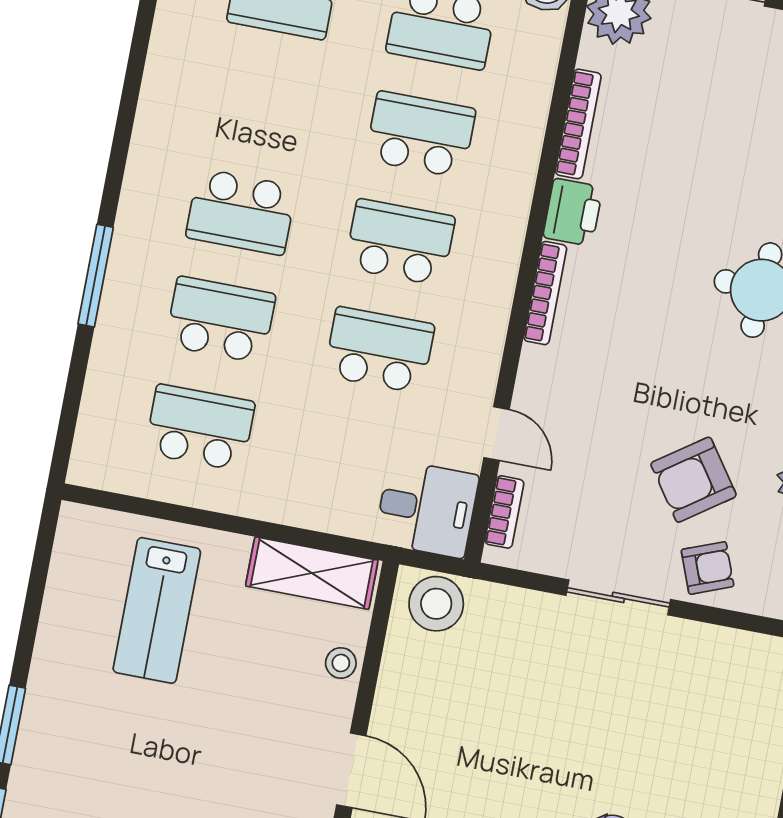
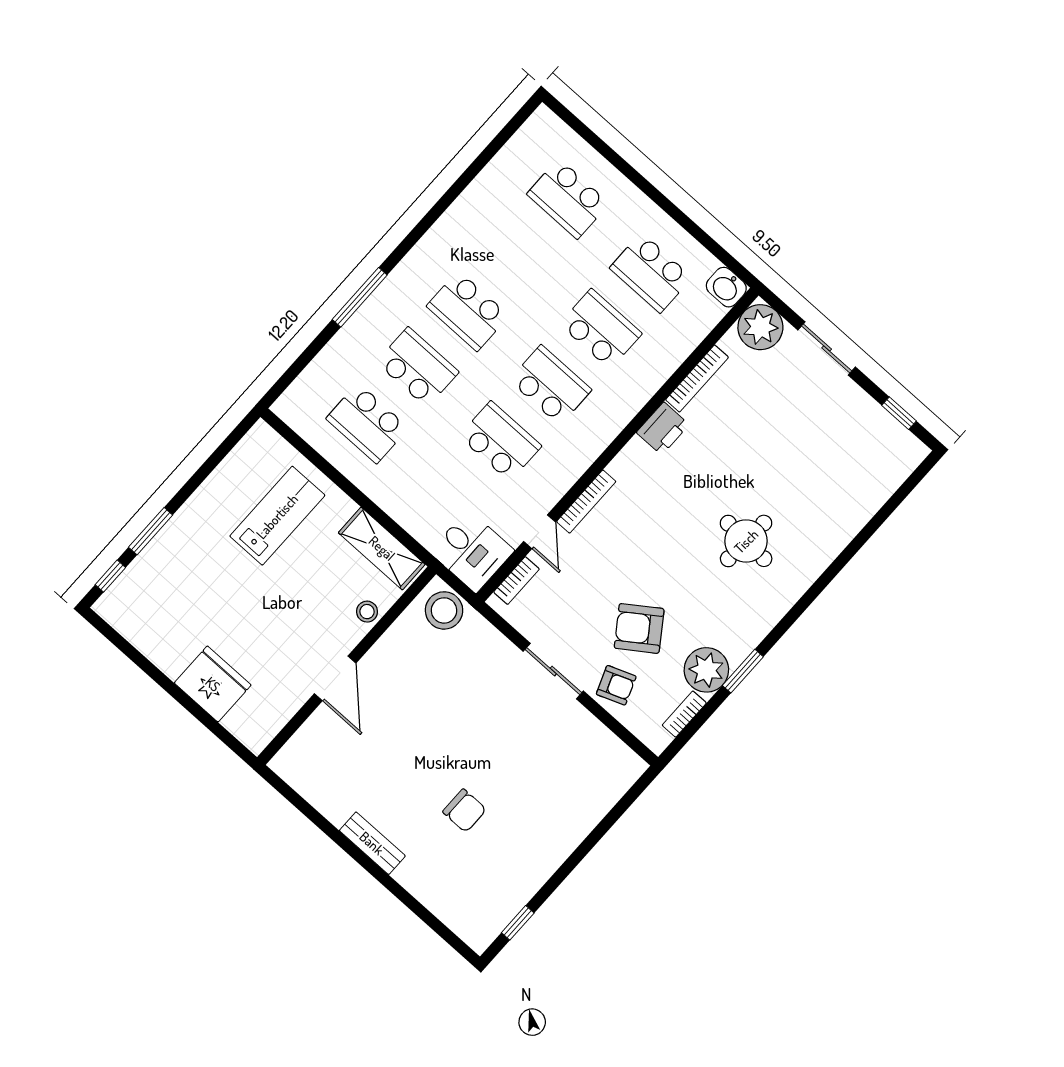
bookcase: (545, 293) -> (586, 502), moved
school desk: (200, 427) -> (367, 423), turned 180
lab bench: (157, 610) -> (277, 516), turned 180

